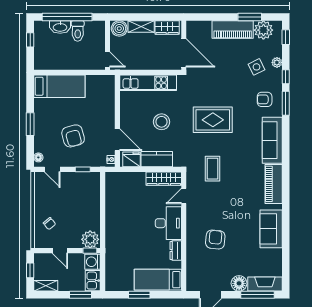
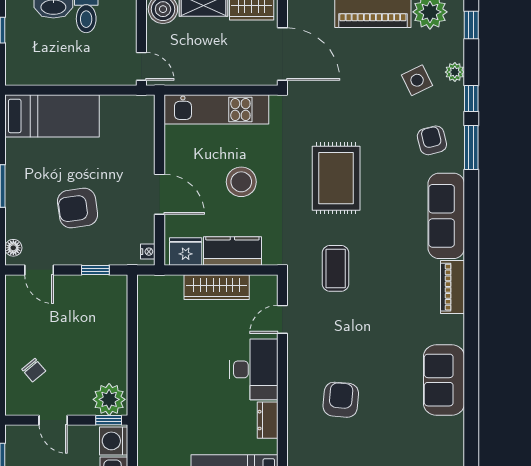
armchair: (265, 99) -> (432, 140), turned 76
rug: (213, 120) -> (336, 178), turned 90
armchair: (73, 136) -> (78, 208), turned 97
door: (117, 140) -> (160, 194), moved
wardrobe: (164, 179) -> (217, 287), moved
piano: (274, 184) -> (453, 287), width x0.73, depth x0.75

